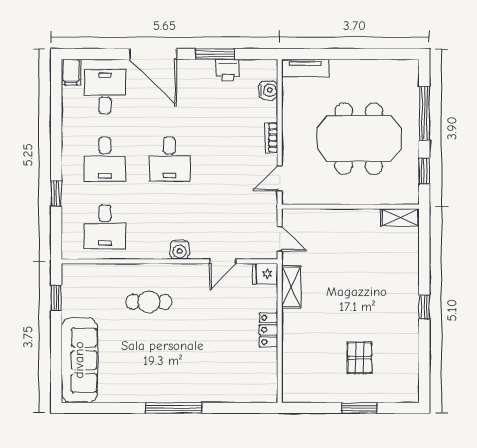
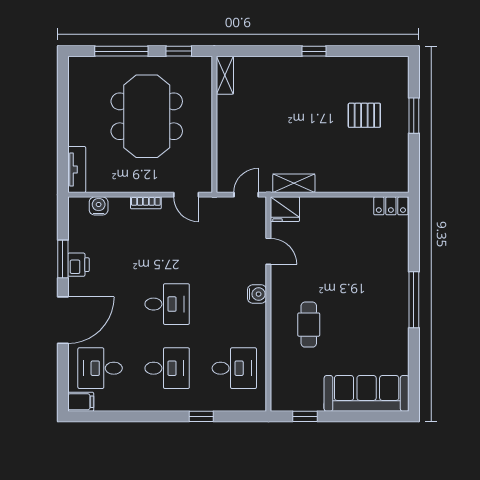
printer: (228, 70) -> (78, 265), moved
fridge: (265, 274) -> (285, 209), width x1.38
locker: (268, 330) -> (391, 206), moved

